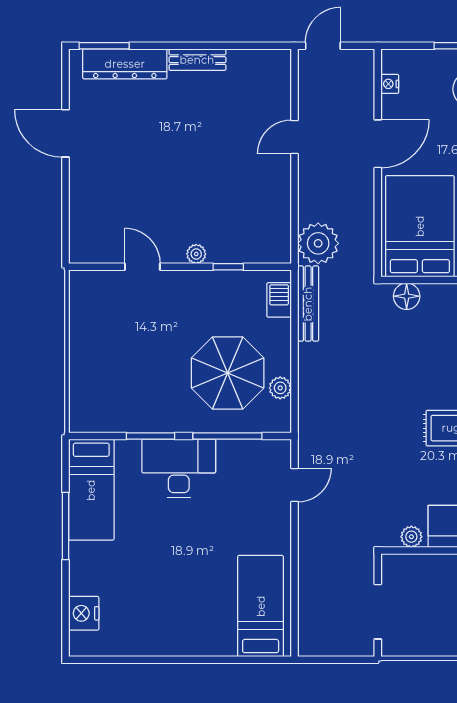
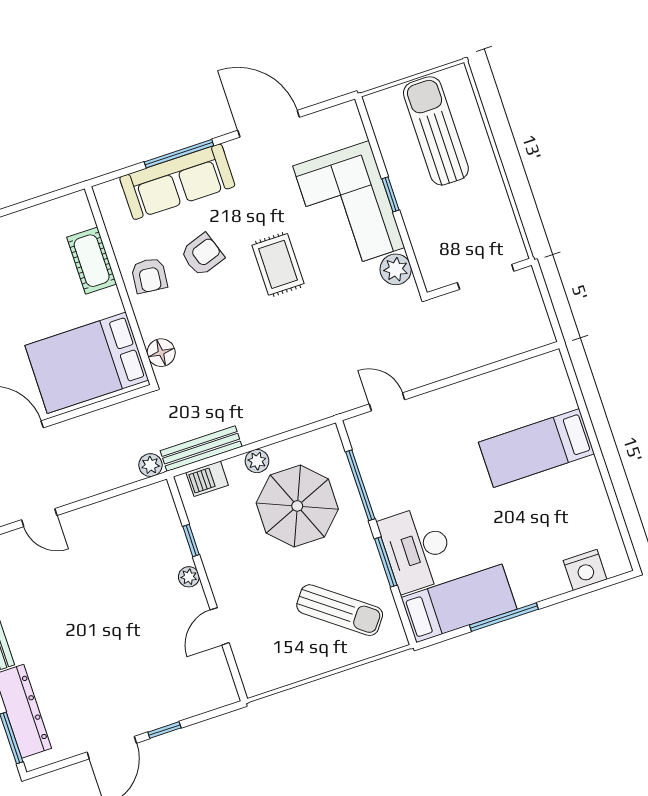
window: (65, 186) -> (164, 730), added
plant: (318, 243) -> (150, 465), width x0.53, depth x0.53
sun lounger: (121, 380) -> (340, 610), added
plant: (280, 388) -> (257, 461), moved
desk: (179, 468) -> (417, 549), moved
plant: (411, 537) -> (396, 269), width x1.38, depth x1.38
bed: (261, 606) -> (537, 448), moved

